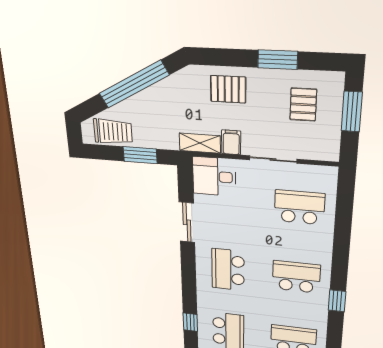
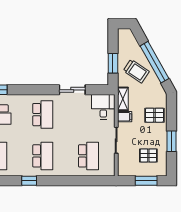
pallet: (228, 89) -> (154, 115), turned 90
trolley: (113, 132) -> (136, 71), moved, turned -56
school desk: (228, 270) -> (43, 115), turned 90

